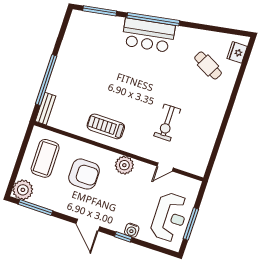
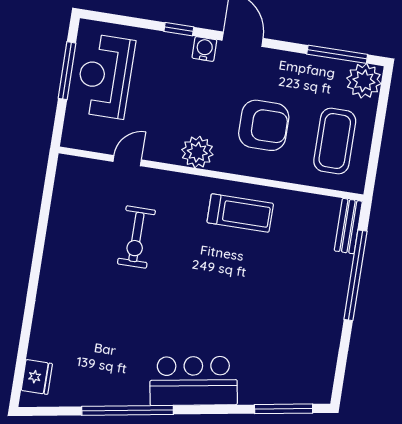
window: (153, 19) -> (128, 410), moved
cafe table: (208, 65) -> (83, 346), removed
exercise bike: (167, 123) -> (136, 237), turned 180
armchair: (84, 174) -> (264, 125), turned 180
water cooler: (132, 230) -> (204, 49), moved

